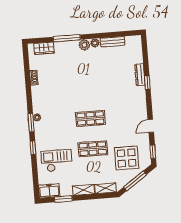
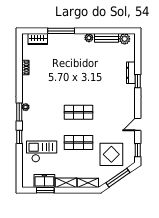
plant: (84, 45) -> (125, 39), moved
freezer: (49, 191) -> (44, 181), moved

